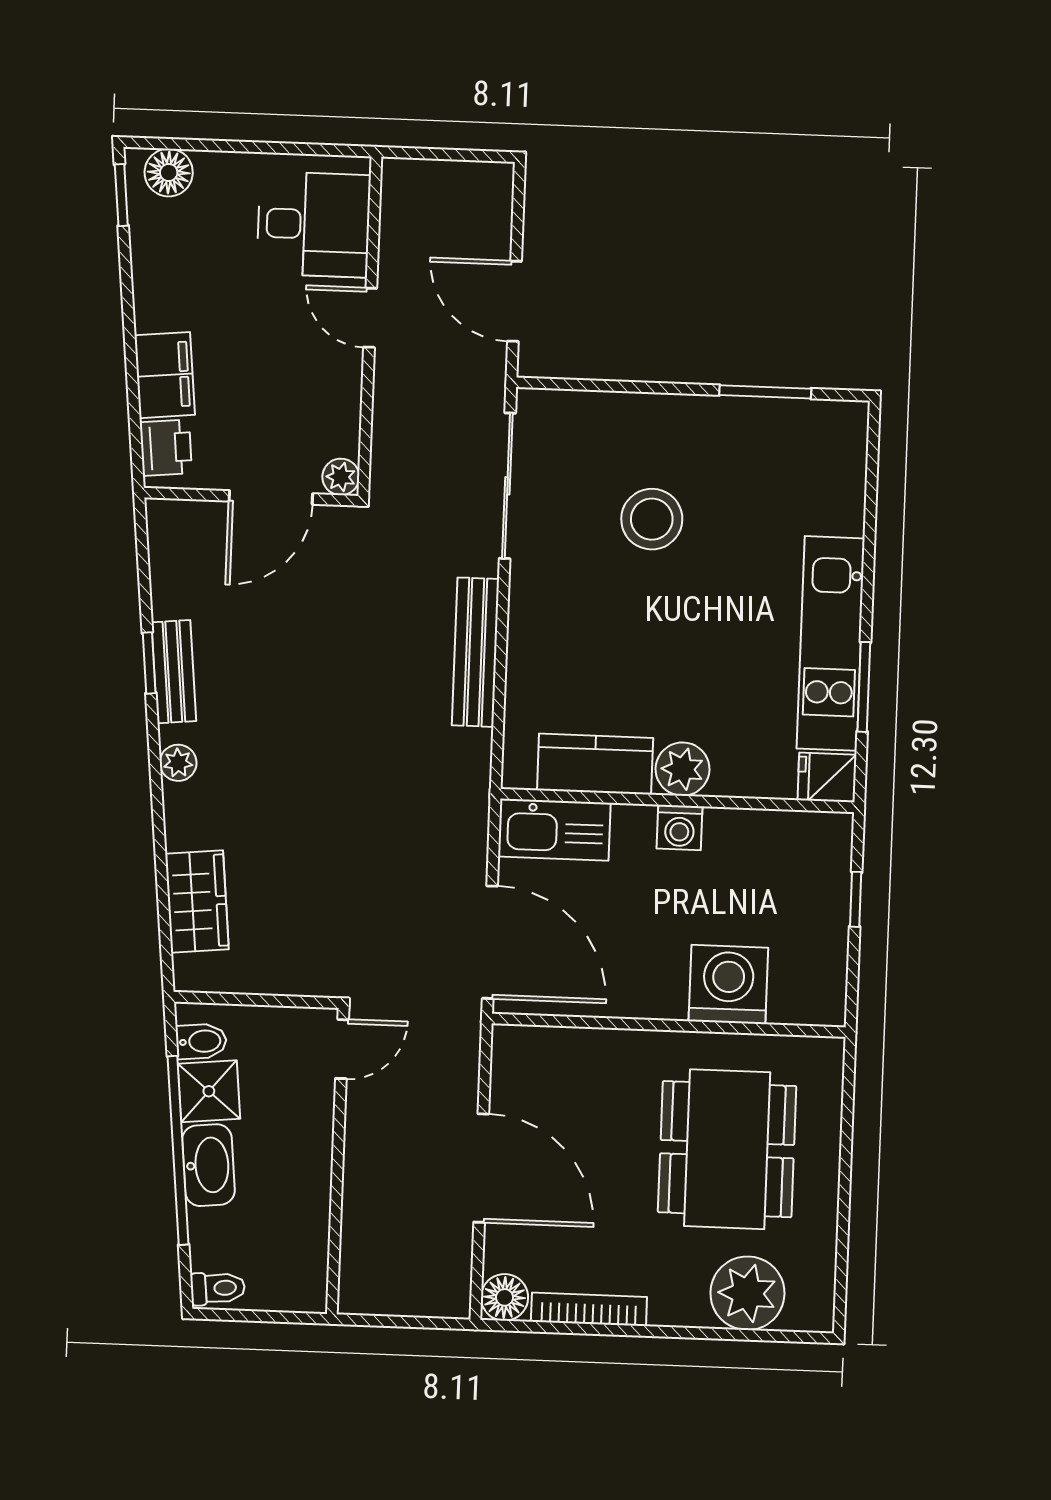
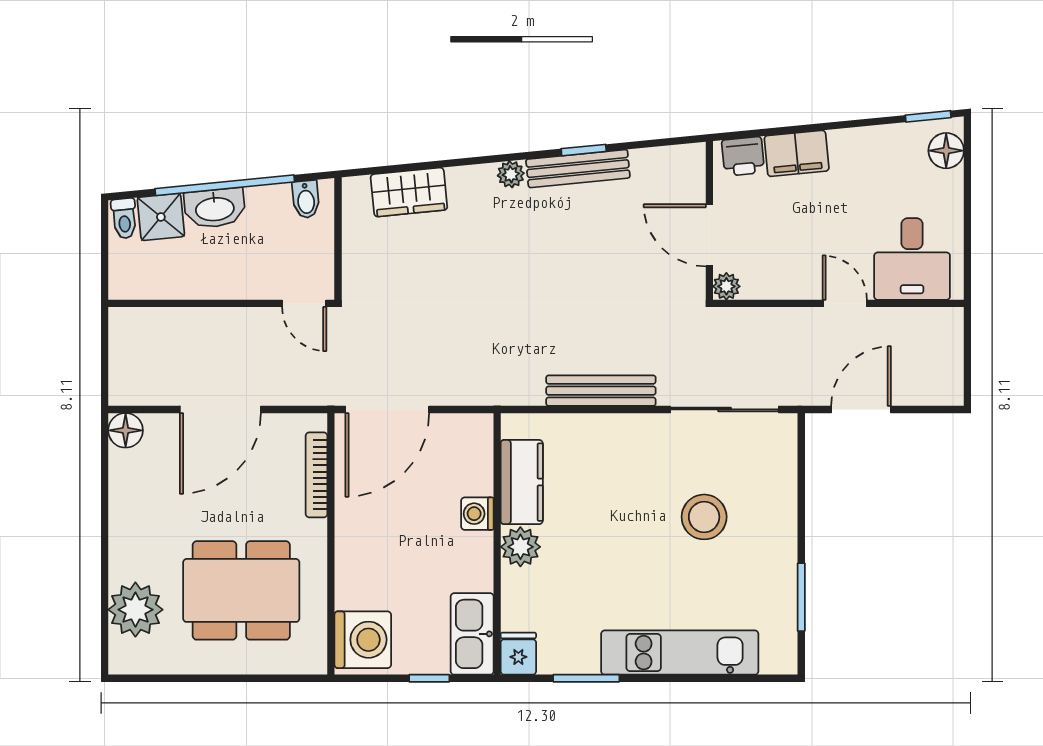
door: (370, 318) -> (845, 303), hinge flipped
kitchen unit: (831, 643) -> (680, 653), moved
bench: (174, 672) -> (578, 169), width x1.36
washing machine: (680, 827) -> (477, 514), moved
kitchen sink: (554, 830) -> (472, 634), moved
washing machine: (728, 984) -> (363, 640), moved
shower: (209, 1091) -> (161, 217), moved
bookcase: (589, 1309) -> (317, 475), moved, turned 180

